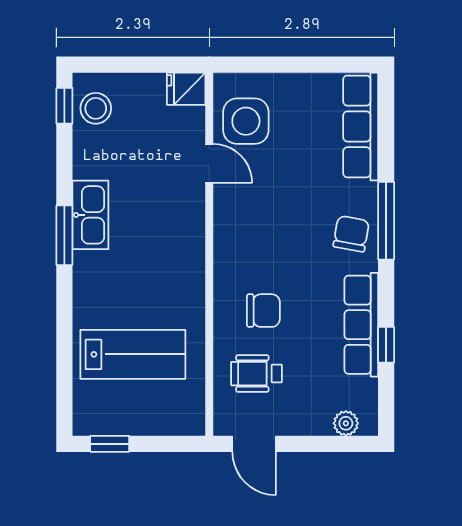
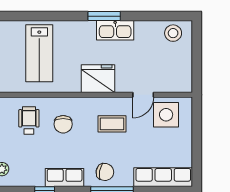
fridge: (186, 89) -> (98, 79), moved, width x1.88, depth x1.34
window: (64, 106) -> (174, 16), removed
coffee table: (263, 221) -> (112, 124), added
row of seats: (361, 325) -> (65, 177), width x0.68

